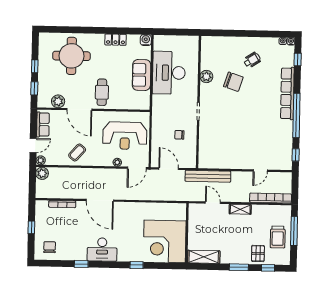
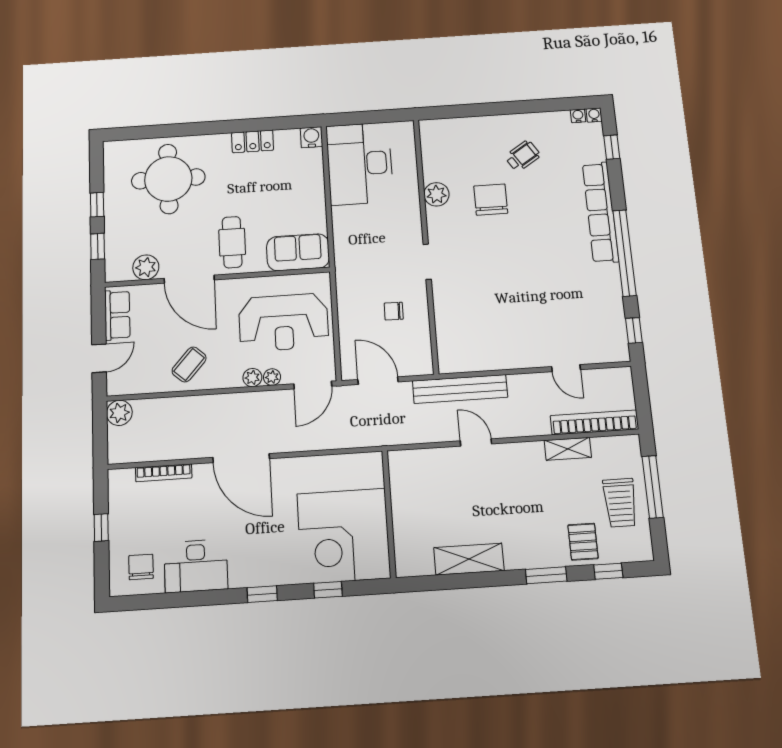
desk: (169, 73) -> (360, 164), moved
sofa: (142, 75) -> (298, 252), moved, turned 90
chair: (233, 82) -> (491, 200), turned -108
plant: (41, 160) -> (252, 378), moved
door: (260, 171) -> (566, 368), hinge flipped
shelving: (240, 209) -> (568, 449), moved
wall: (187, 233) -> (389, 514), moved
corner desk: (165, 241) -> (344, 536), moved
desk: (102, 250) -> (196, 566), moved
window: (81, 264) -> (262, 594), moved

